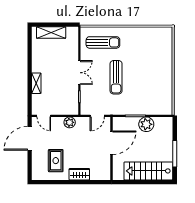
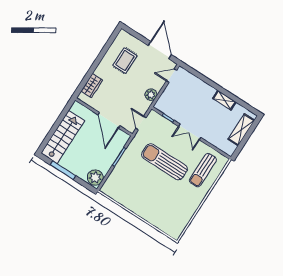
sun lounger: (116, 77) -> (164, 162), width x1.36, depth x1.34
shelving: (36, 83) -> (224, 100), moved
plant: (146, 124) -> (95, 178), moved
rug: (56, 161) -> (125, 61), turned 90
wardrobe: (79, 174) -> (92, 86), moved

